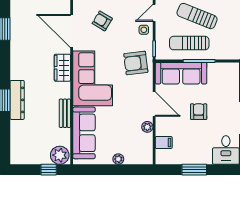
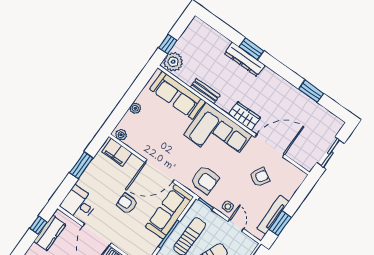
armchair: (136, 63) -> (205, 180), turned 97
door: (154, 104) -> (160, 171), width x1.36
armchair: (199, 112) -> (127, 204), turned 180
plant: (147, 127) -> (121, 135), moved
filing cabinet: (164, 142) -> (117, 152), width x2.00

